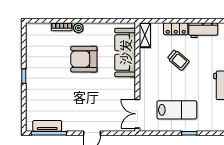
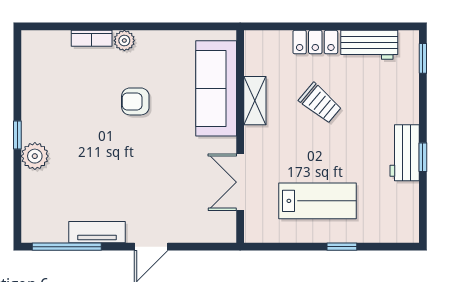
shelving: (145, 35) -> (255, 101), moved
armchair: (84, 59) -> (135, 101), width x0.53, depth x0.53
plant: (33, 87) -> (35, 156), added
double door: (137, 114) -> (240, 182), moved
tv unit: (47, 126) -> (97, 232), moved

